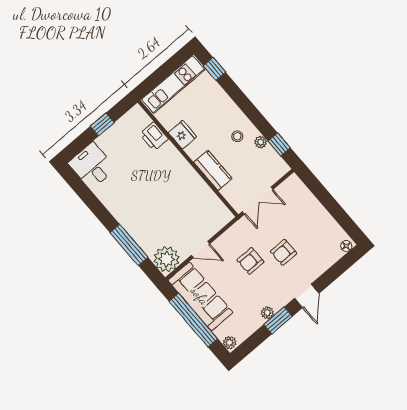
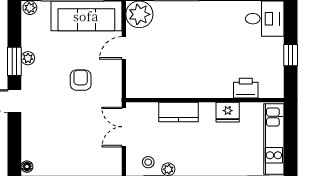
stool: (237, 136) -> (148, 162), moved
armchair: (284, 252) -> (65, 112), removed

